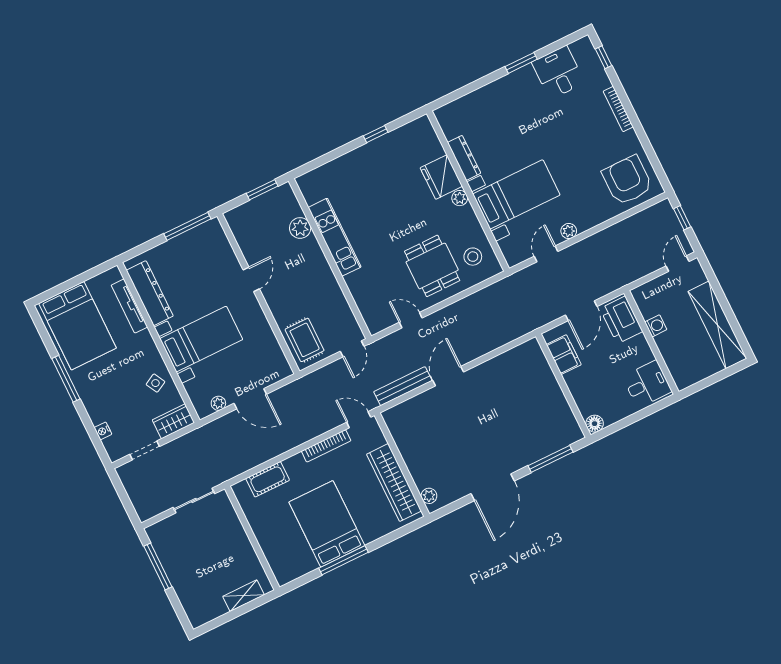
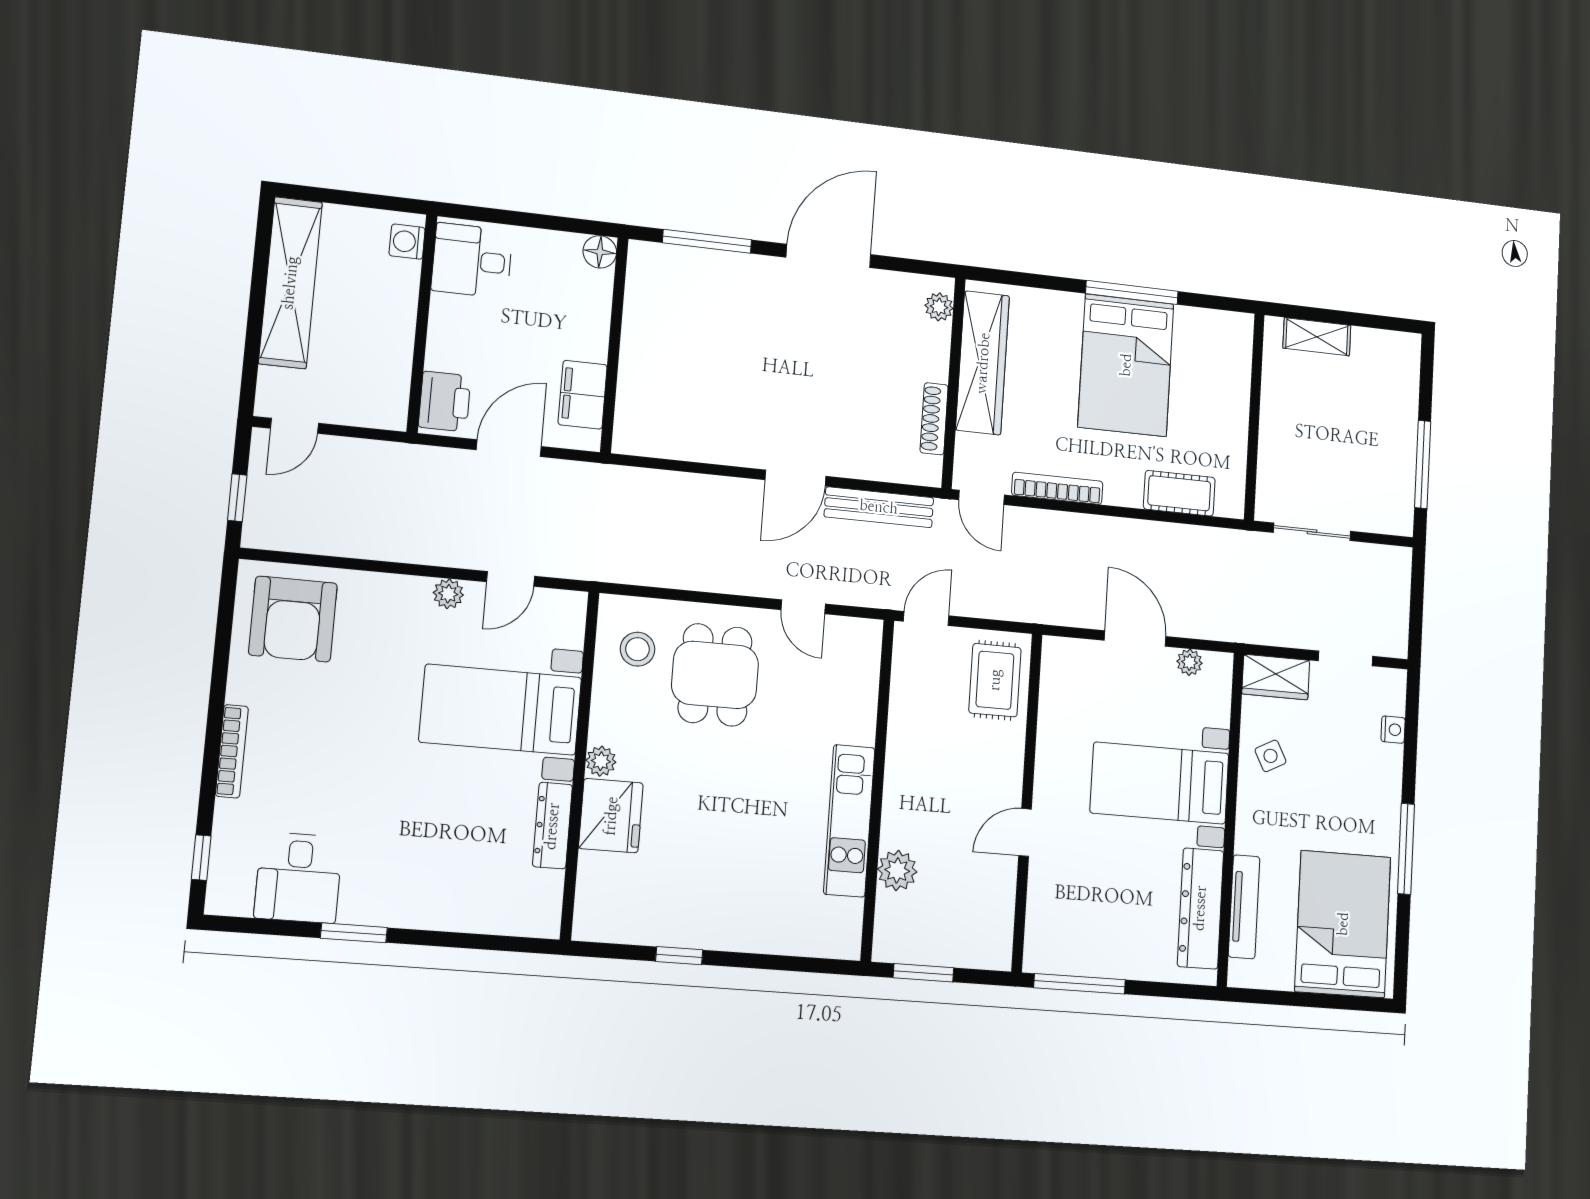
printer: (621, 320) -> (445, 401), width x0.73, depth x0.84
washing machine: (656, 326) -> (407, 242), moved
shoe rack: (401, 442) -> (934, 419), added

